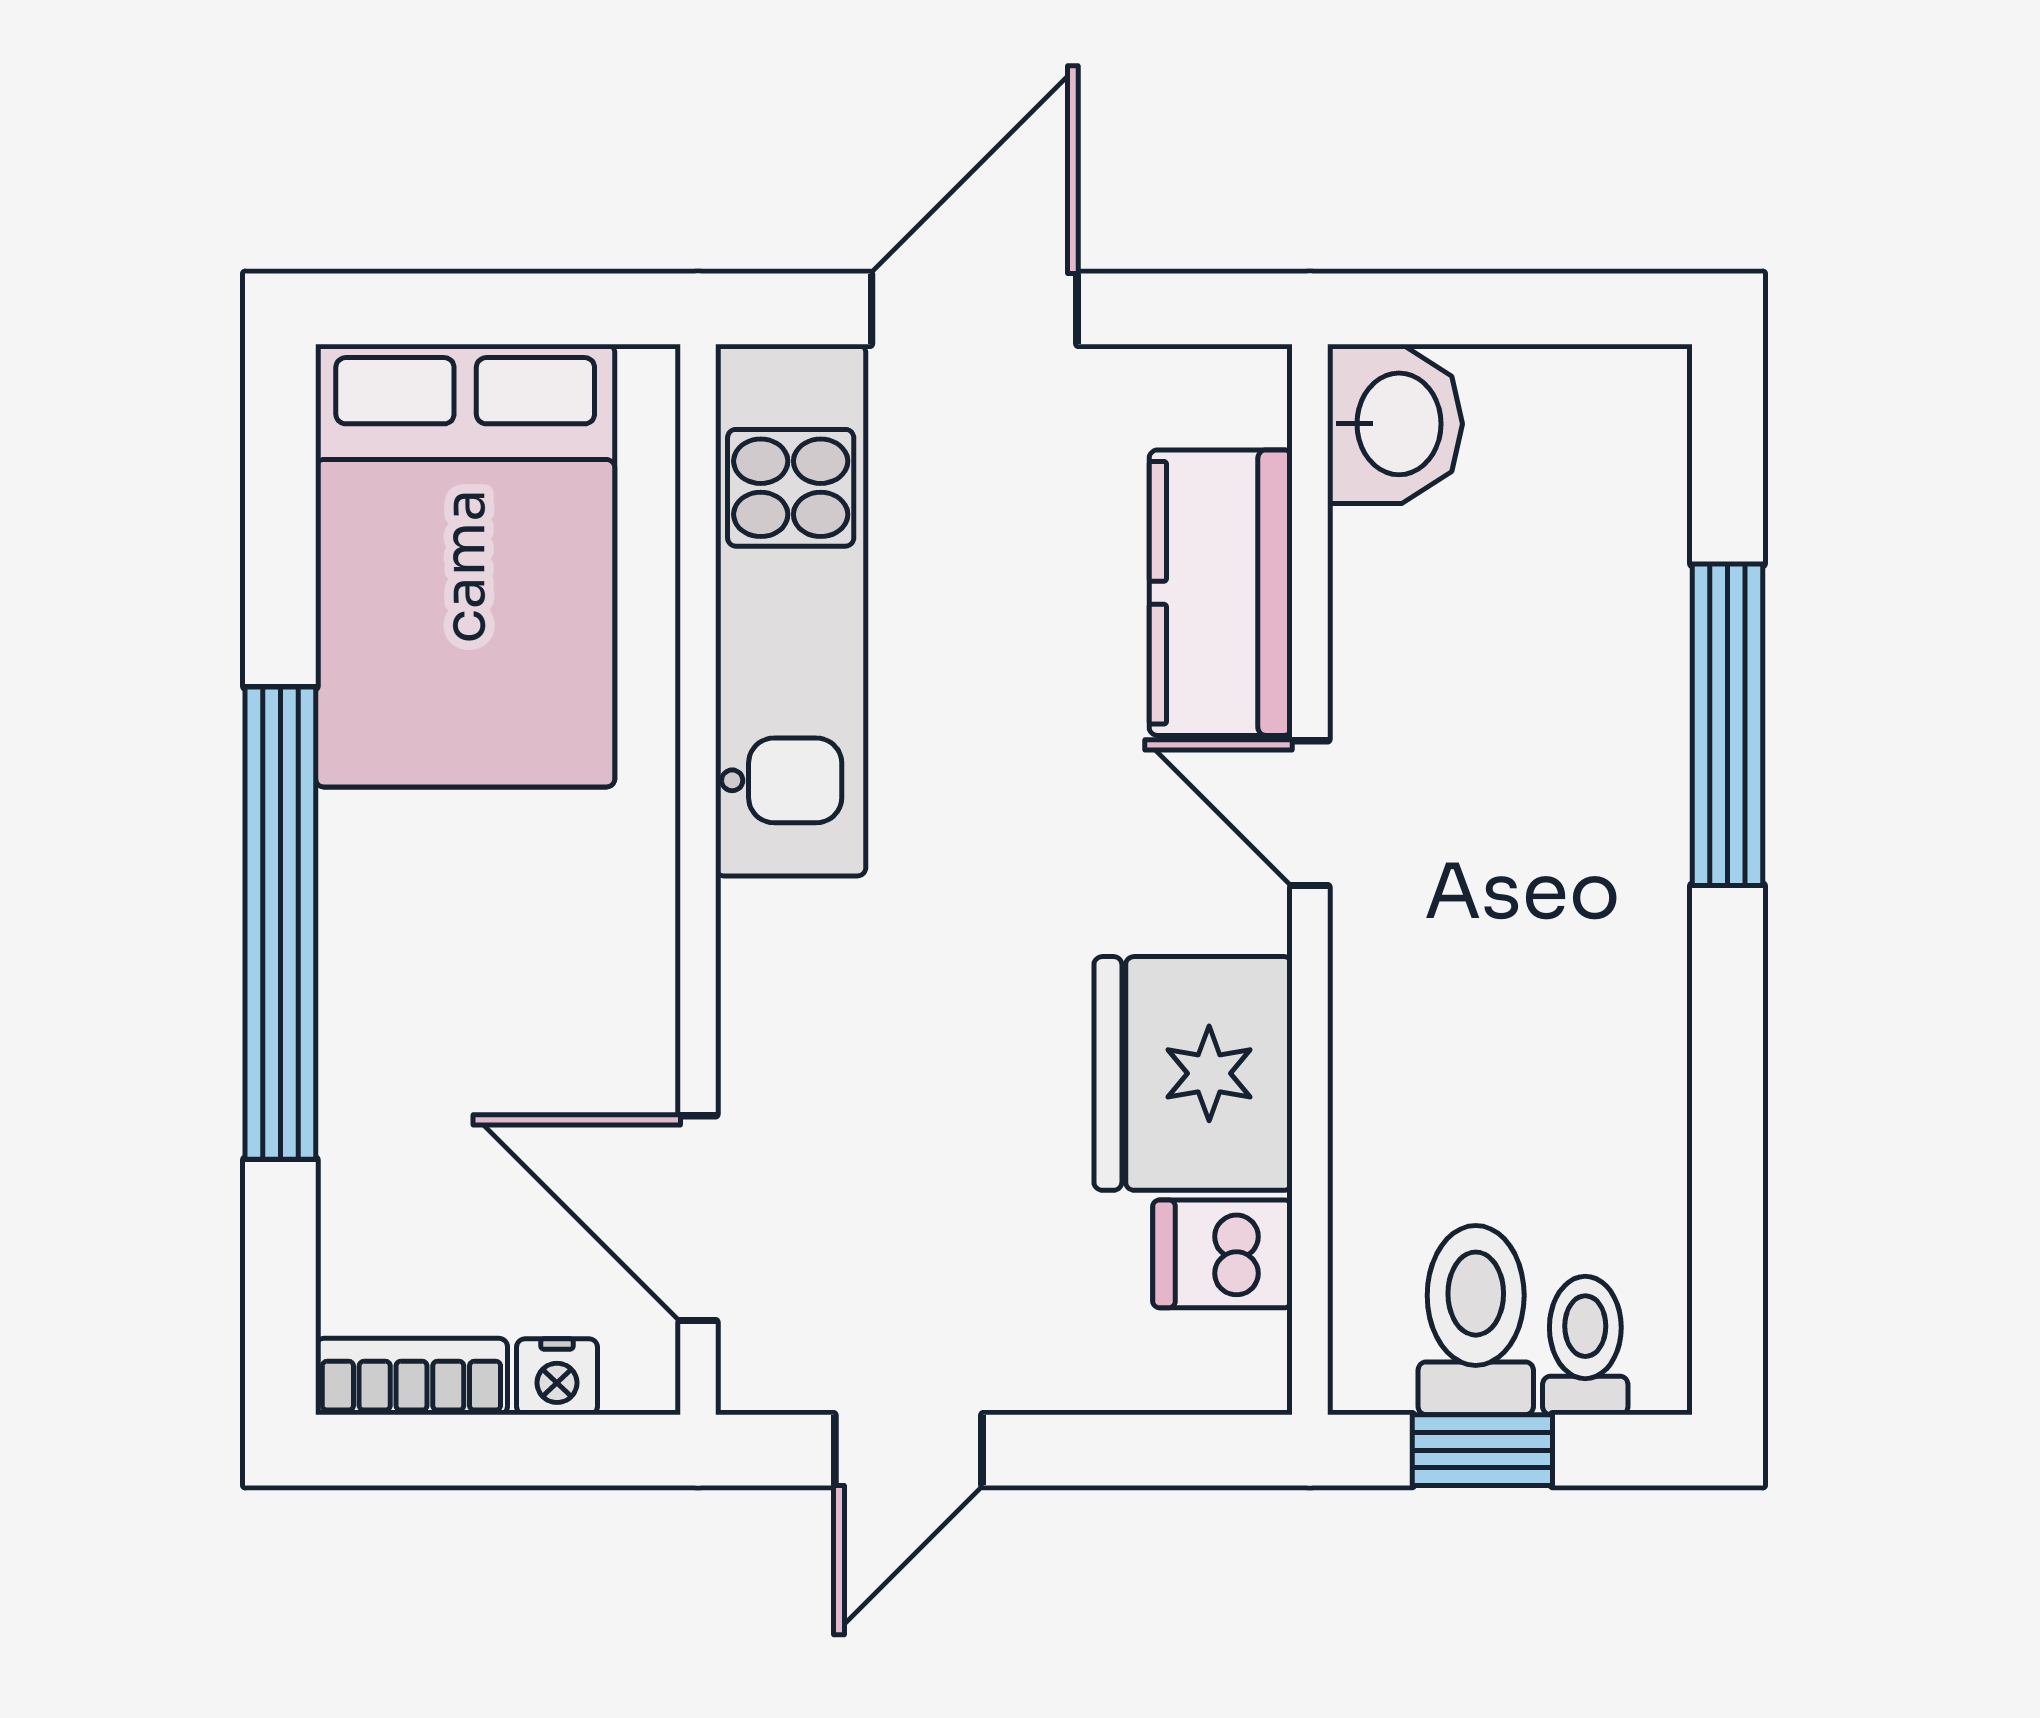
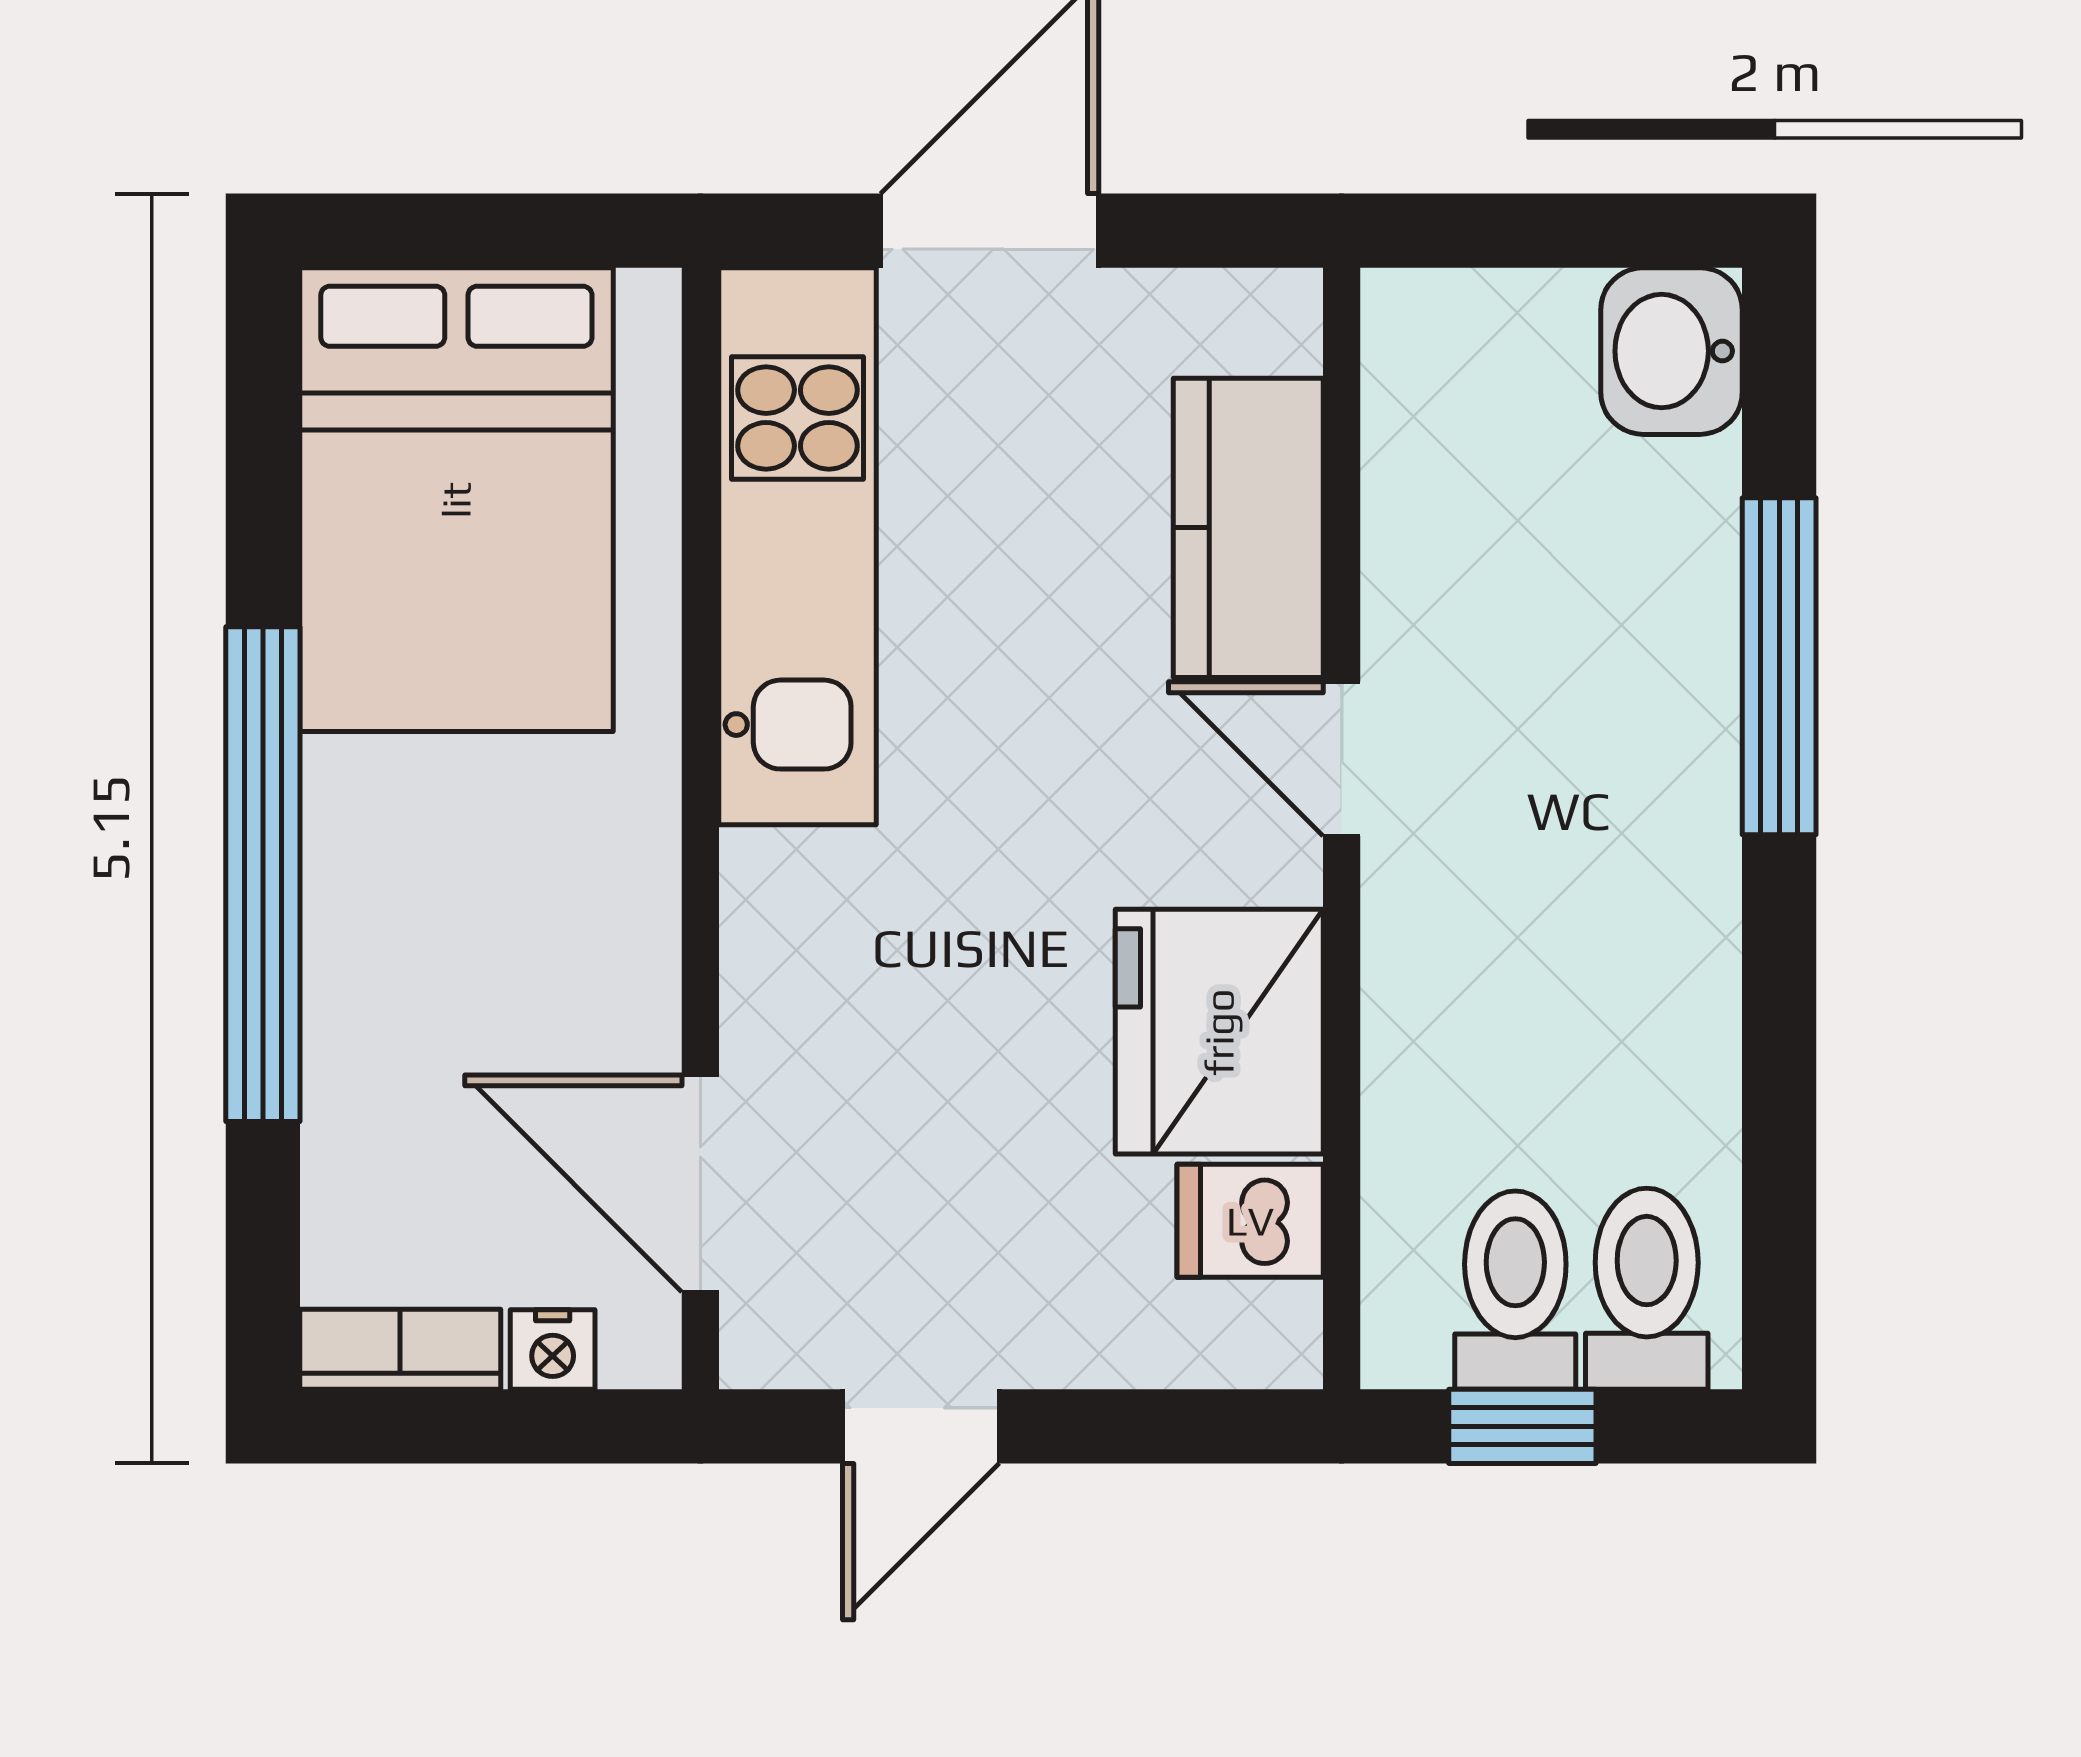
washbasin: (1395, 424) -> (1672, 351), moved, turned 180
toilet: (1585, 1346) -> (1647, 1289), width x1.37, depth x1.39

